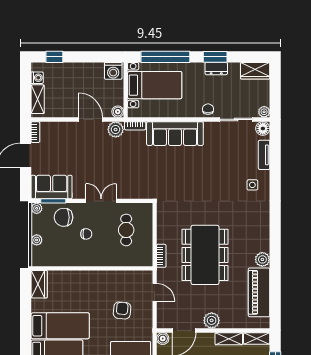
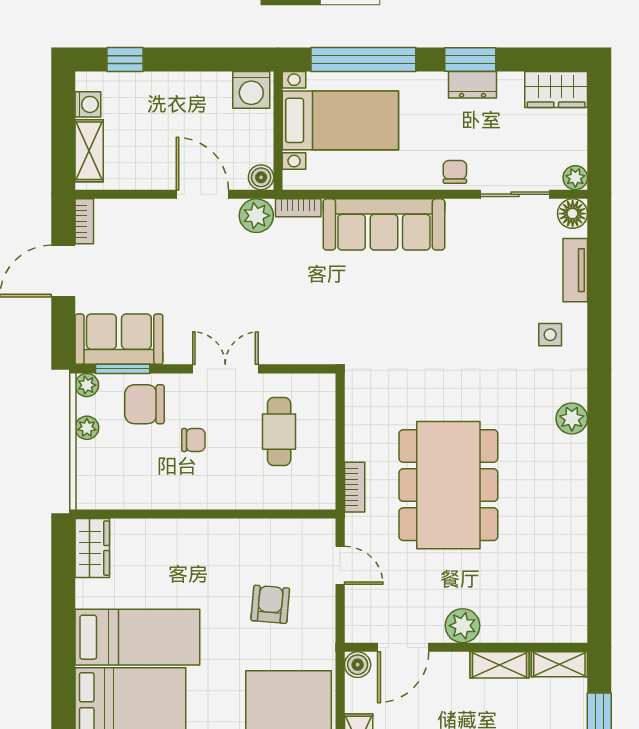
plant: (37, 240) -> (87, 428), moved
plant: (262, 259) -> (572, 419), moved
piano: (259, 292) -> (565, 565), removed

